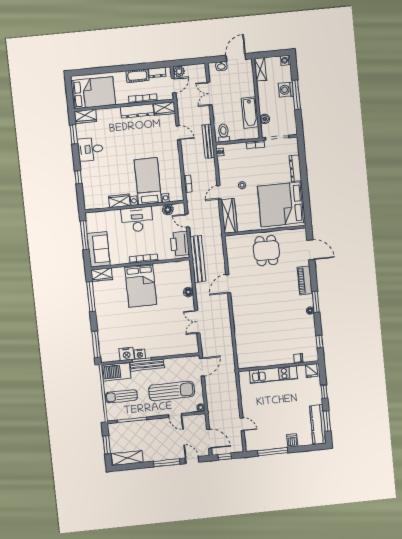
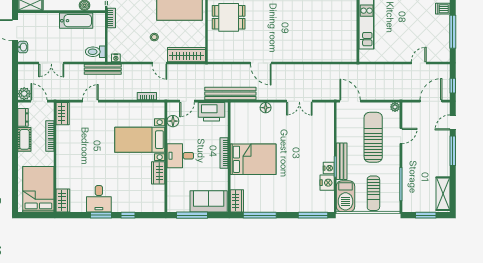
dresser: (137, 111) -> (63, 144), removed
window: (74, 134) -> (101, 215), moved
desk: (137, 219) -> (180, 156), width x0.73

